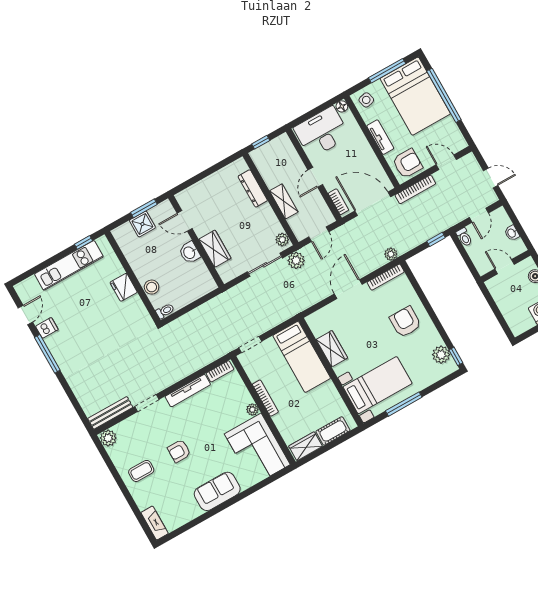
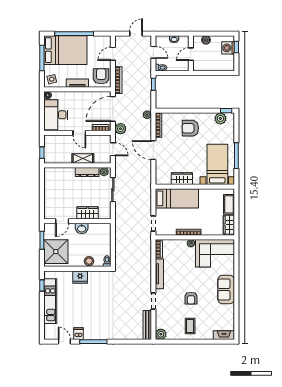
dresser: (253, 188) -> (87, 172), moved
shower: (142, 224) -> (56, 252), width x1.86, depth x1.86
plant: (296, 260) -> (120, 129), moved

